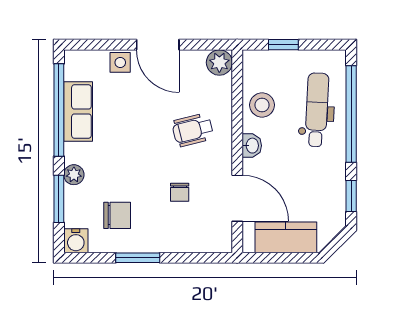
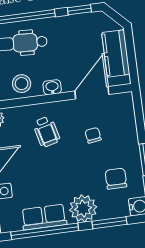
plant: (74, 175) -> (83, 208), width x1.88, depth x1.88
chair: (180, 192) -> (93, 135), turned -98

